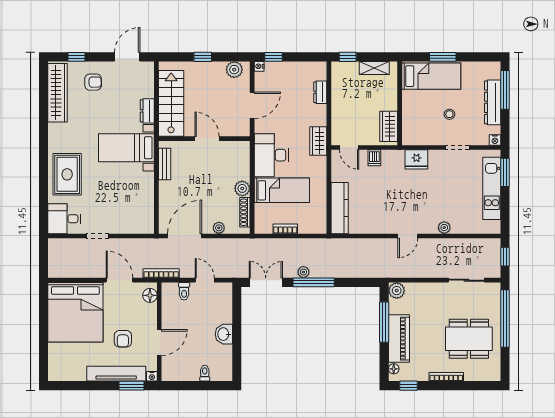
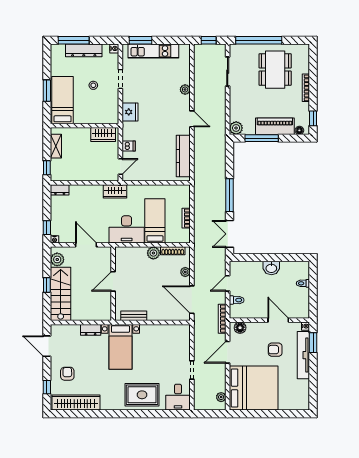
dresser: (320, 92) -> (60, 190), moved
stairs: (171, 103) -> (61, 294), moved, turned 90
kitchen counter: (340, 208) -> (183, 156), moved, turned -90
plant: (303, 272) -> (221, 397), moved
armchair: (123, 339) -> (275, 350), turned 180

